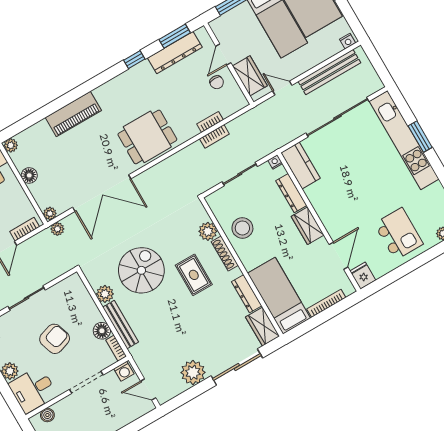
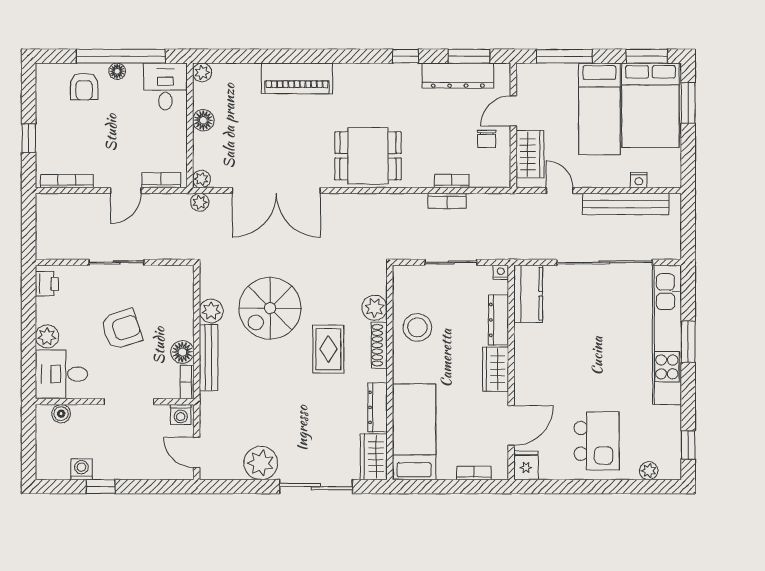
nightstand: (348, 41) -> (639, 180), moved
spiral stairs: (141, 270) -> (270, 308), turned 180
bookcase: (326, 303) -> (474, 473), width x0.64

